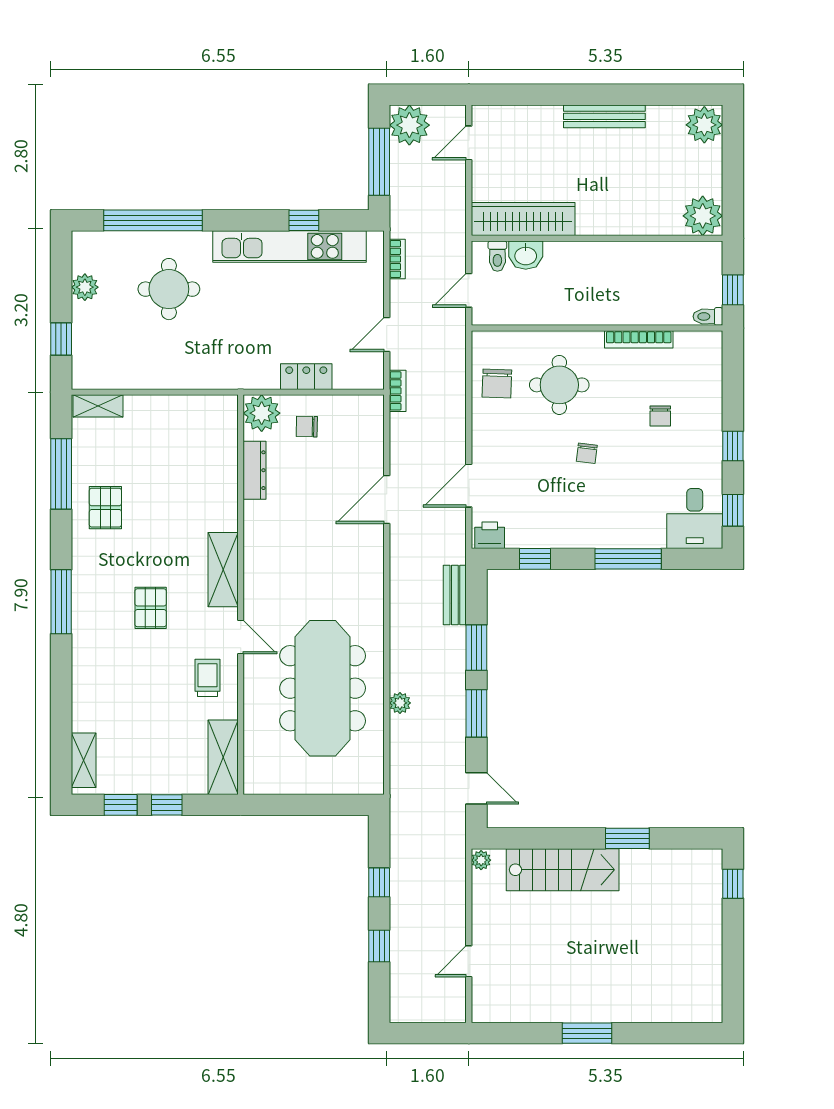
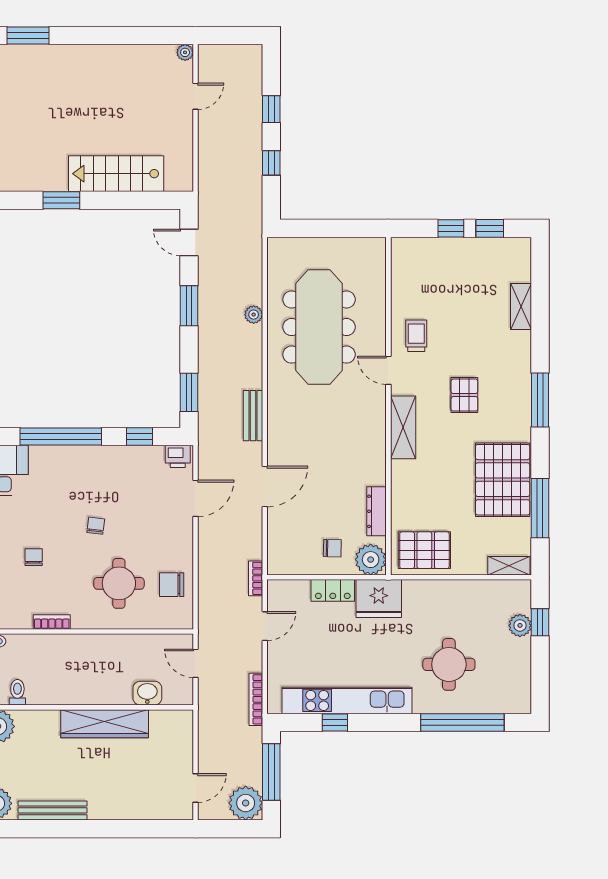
bench: (604, 116) -> (53, 810), moved
wardrobe: (523, 219) -> (105, 724), moved
toilet: (497, 256) -> (17, 692), moved
bookcase: (397, 259) -> (256, 699), width x1.56
plant: (85, 287) -> (520, 625), moved
door: (469, 290) -> (195, 663), swing flipped
bookcase: (639, 339) -> (52, 622), width x0.64
fridge: (252, 367) -> (379, 599), added
chair: (497, 383) -> (172, 585), turned -92
pallet: (198, 424) -> (424, 550), added
pallet: (105, 508) -> (503, 480), width x2.05, depth x2.00
window: (628, 559) -> (61, 436), width x1.46
bench: (455, 595) -> (253, 416), moved
window: (476, 648) -> (189, 392), moved
trolley: (208, 678) -> (416, 336), turned 180
shelving: (223, 757) -> (403, 269), removed
shelving: (84, 760) -> (521, 307), moved
plant: (481, 860) -> (185, 52), moved
window: (587, 1033) -> (28, 35), moved

